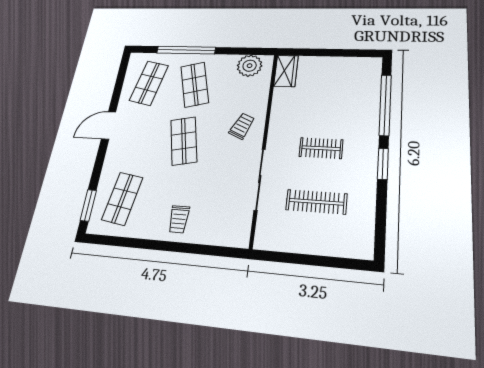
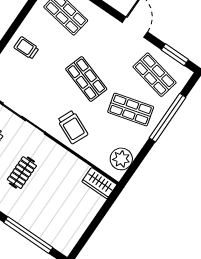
window: (121, 77) -> (175, 55), added
trolley: (242, 126) -> (73, 127), width x1.36, depth x1.39
shop shelf: (184, 141) -> (86, 79), turned 30

